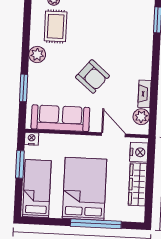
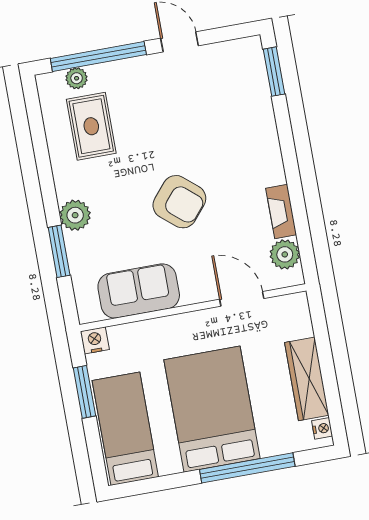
plant: (37, 54) -> (75, 215), moved
sofa: (60, 118) -> (139, 291), width x0.73
nightstand: (139, 152) -> (322, 428), moved, width x0.53, depth x0.56

